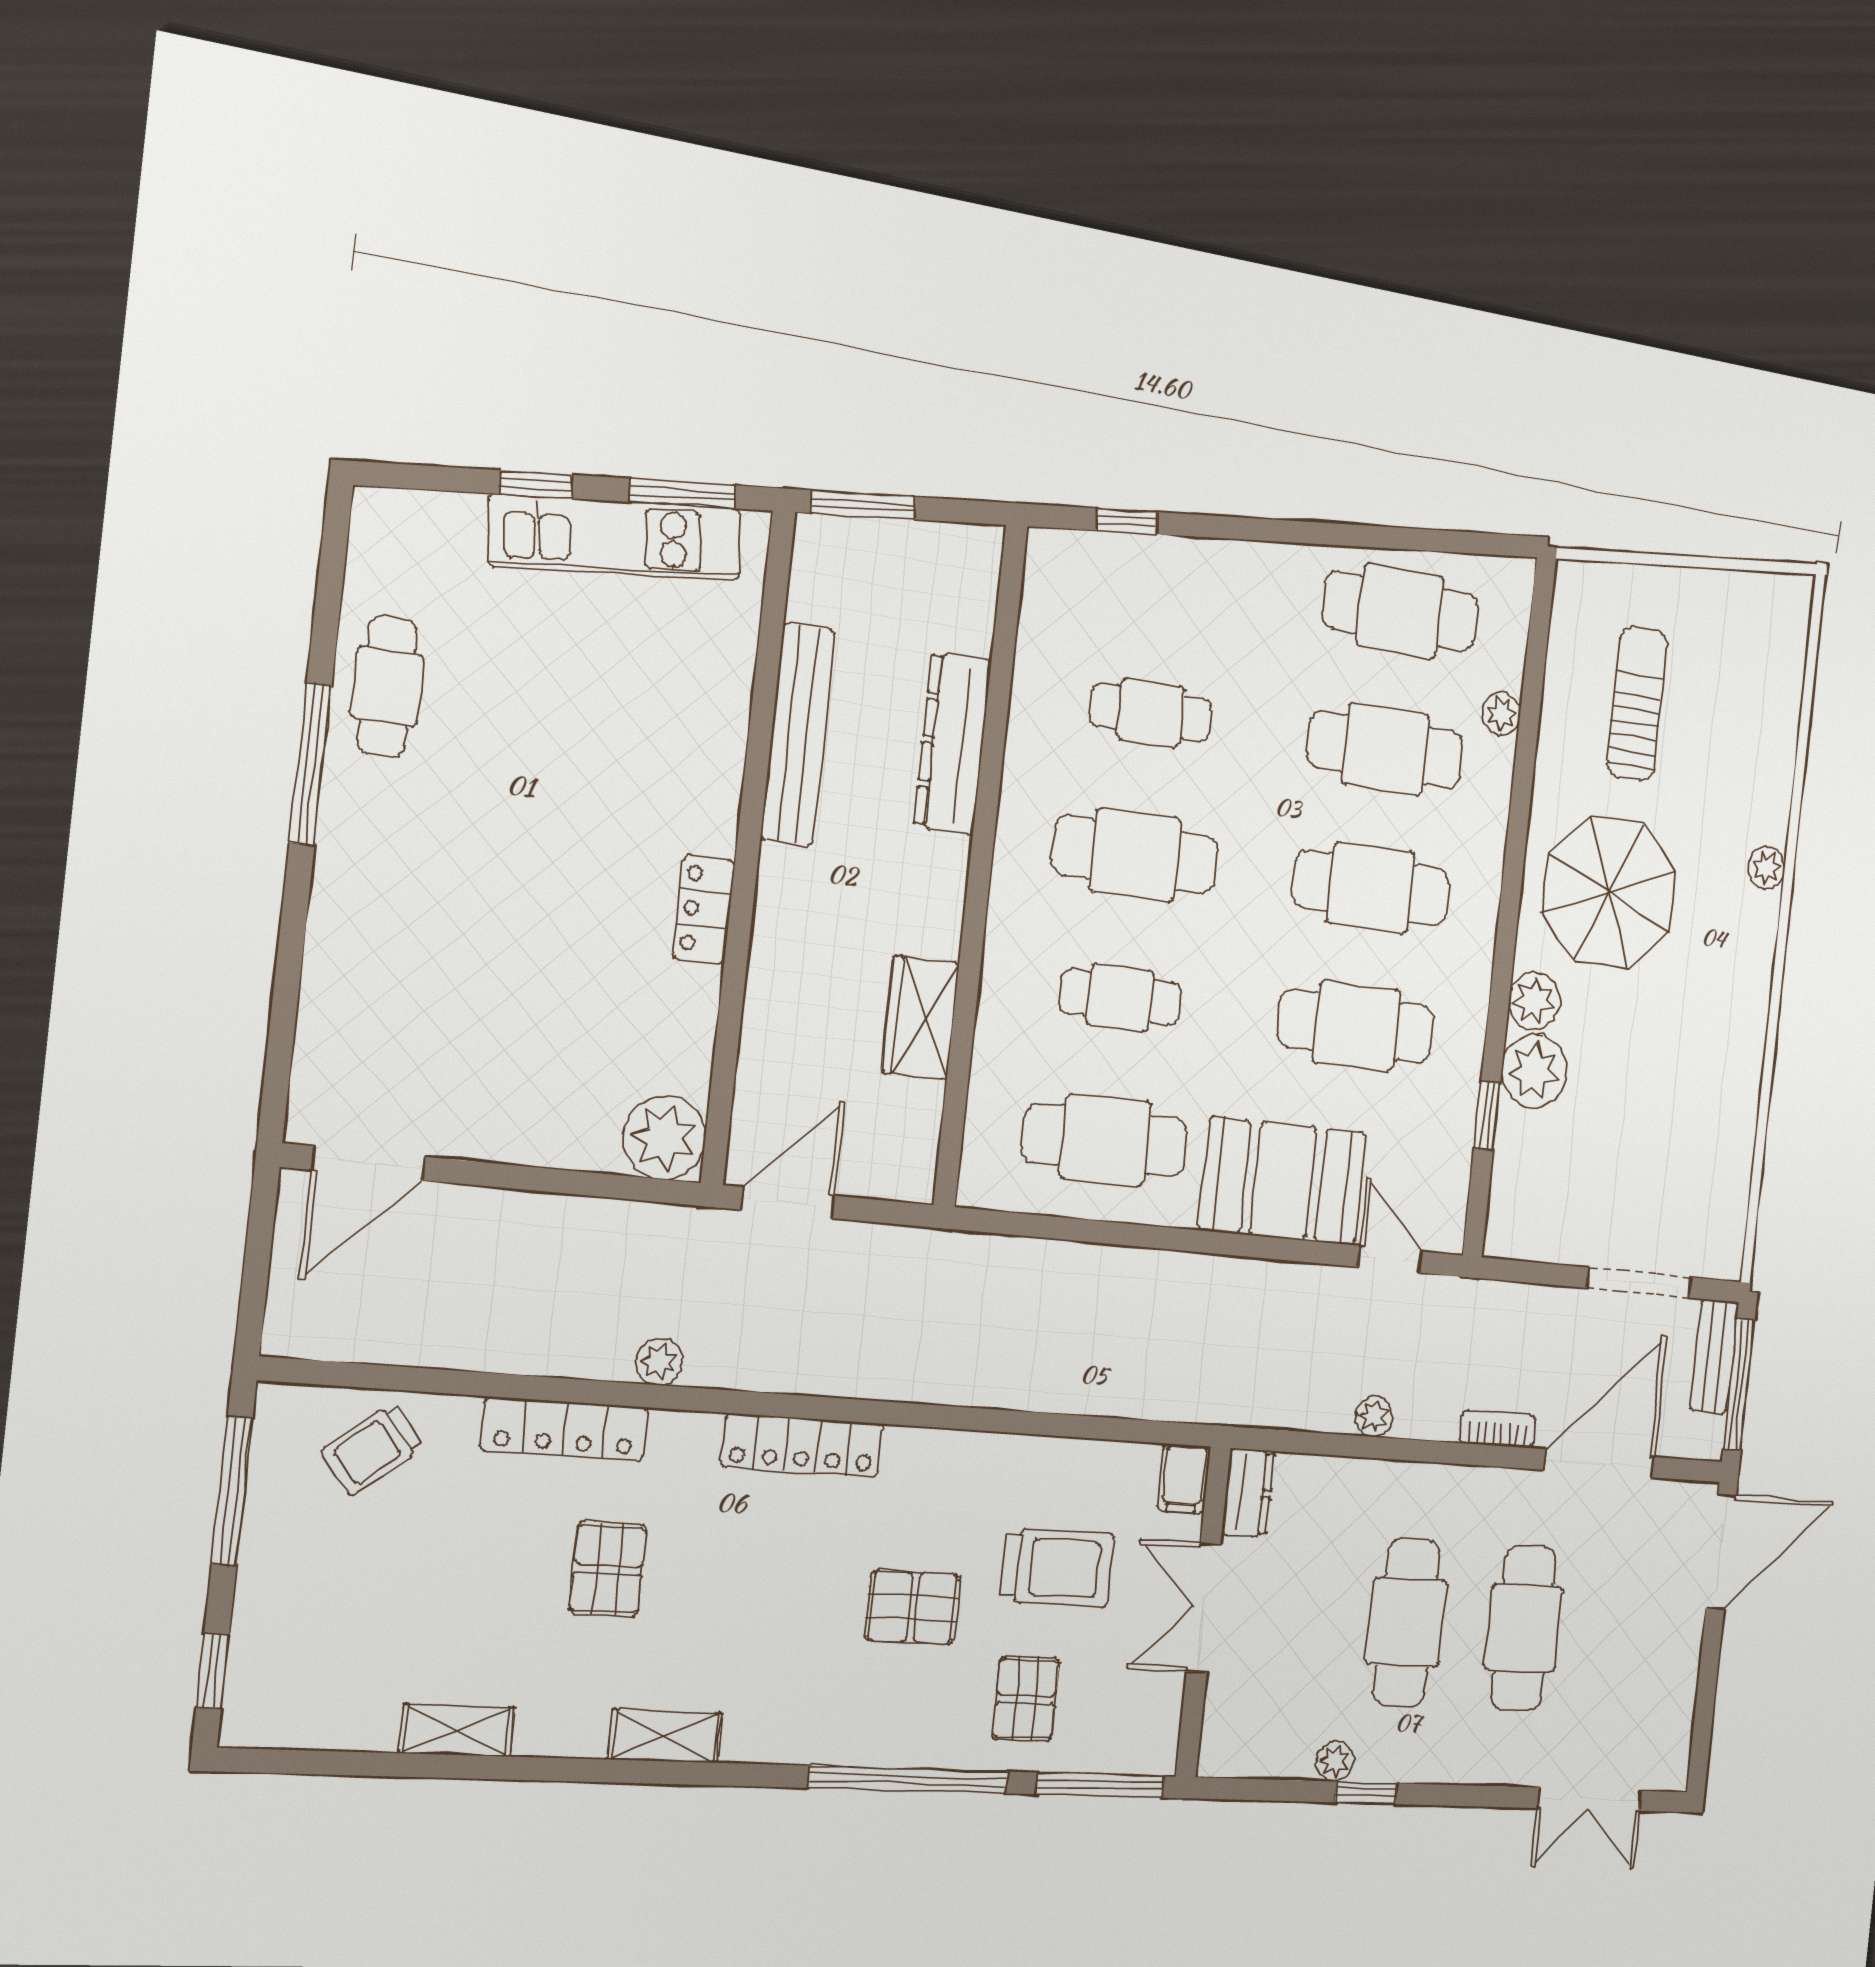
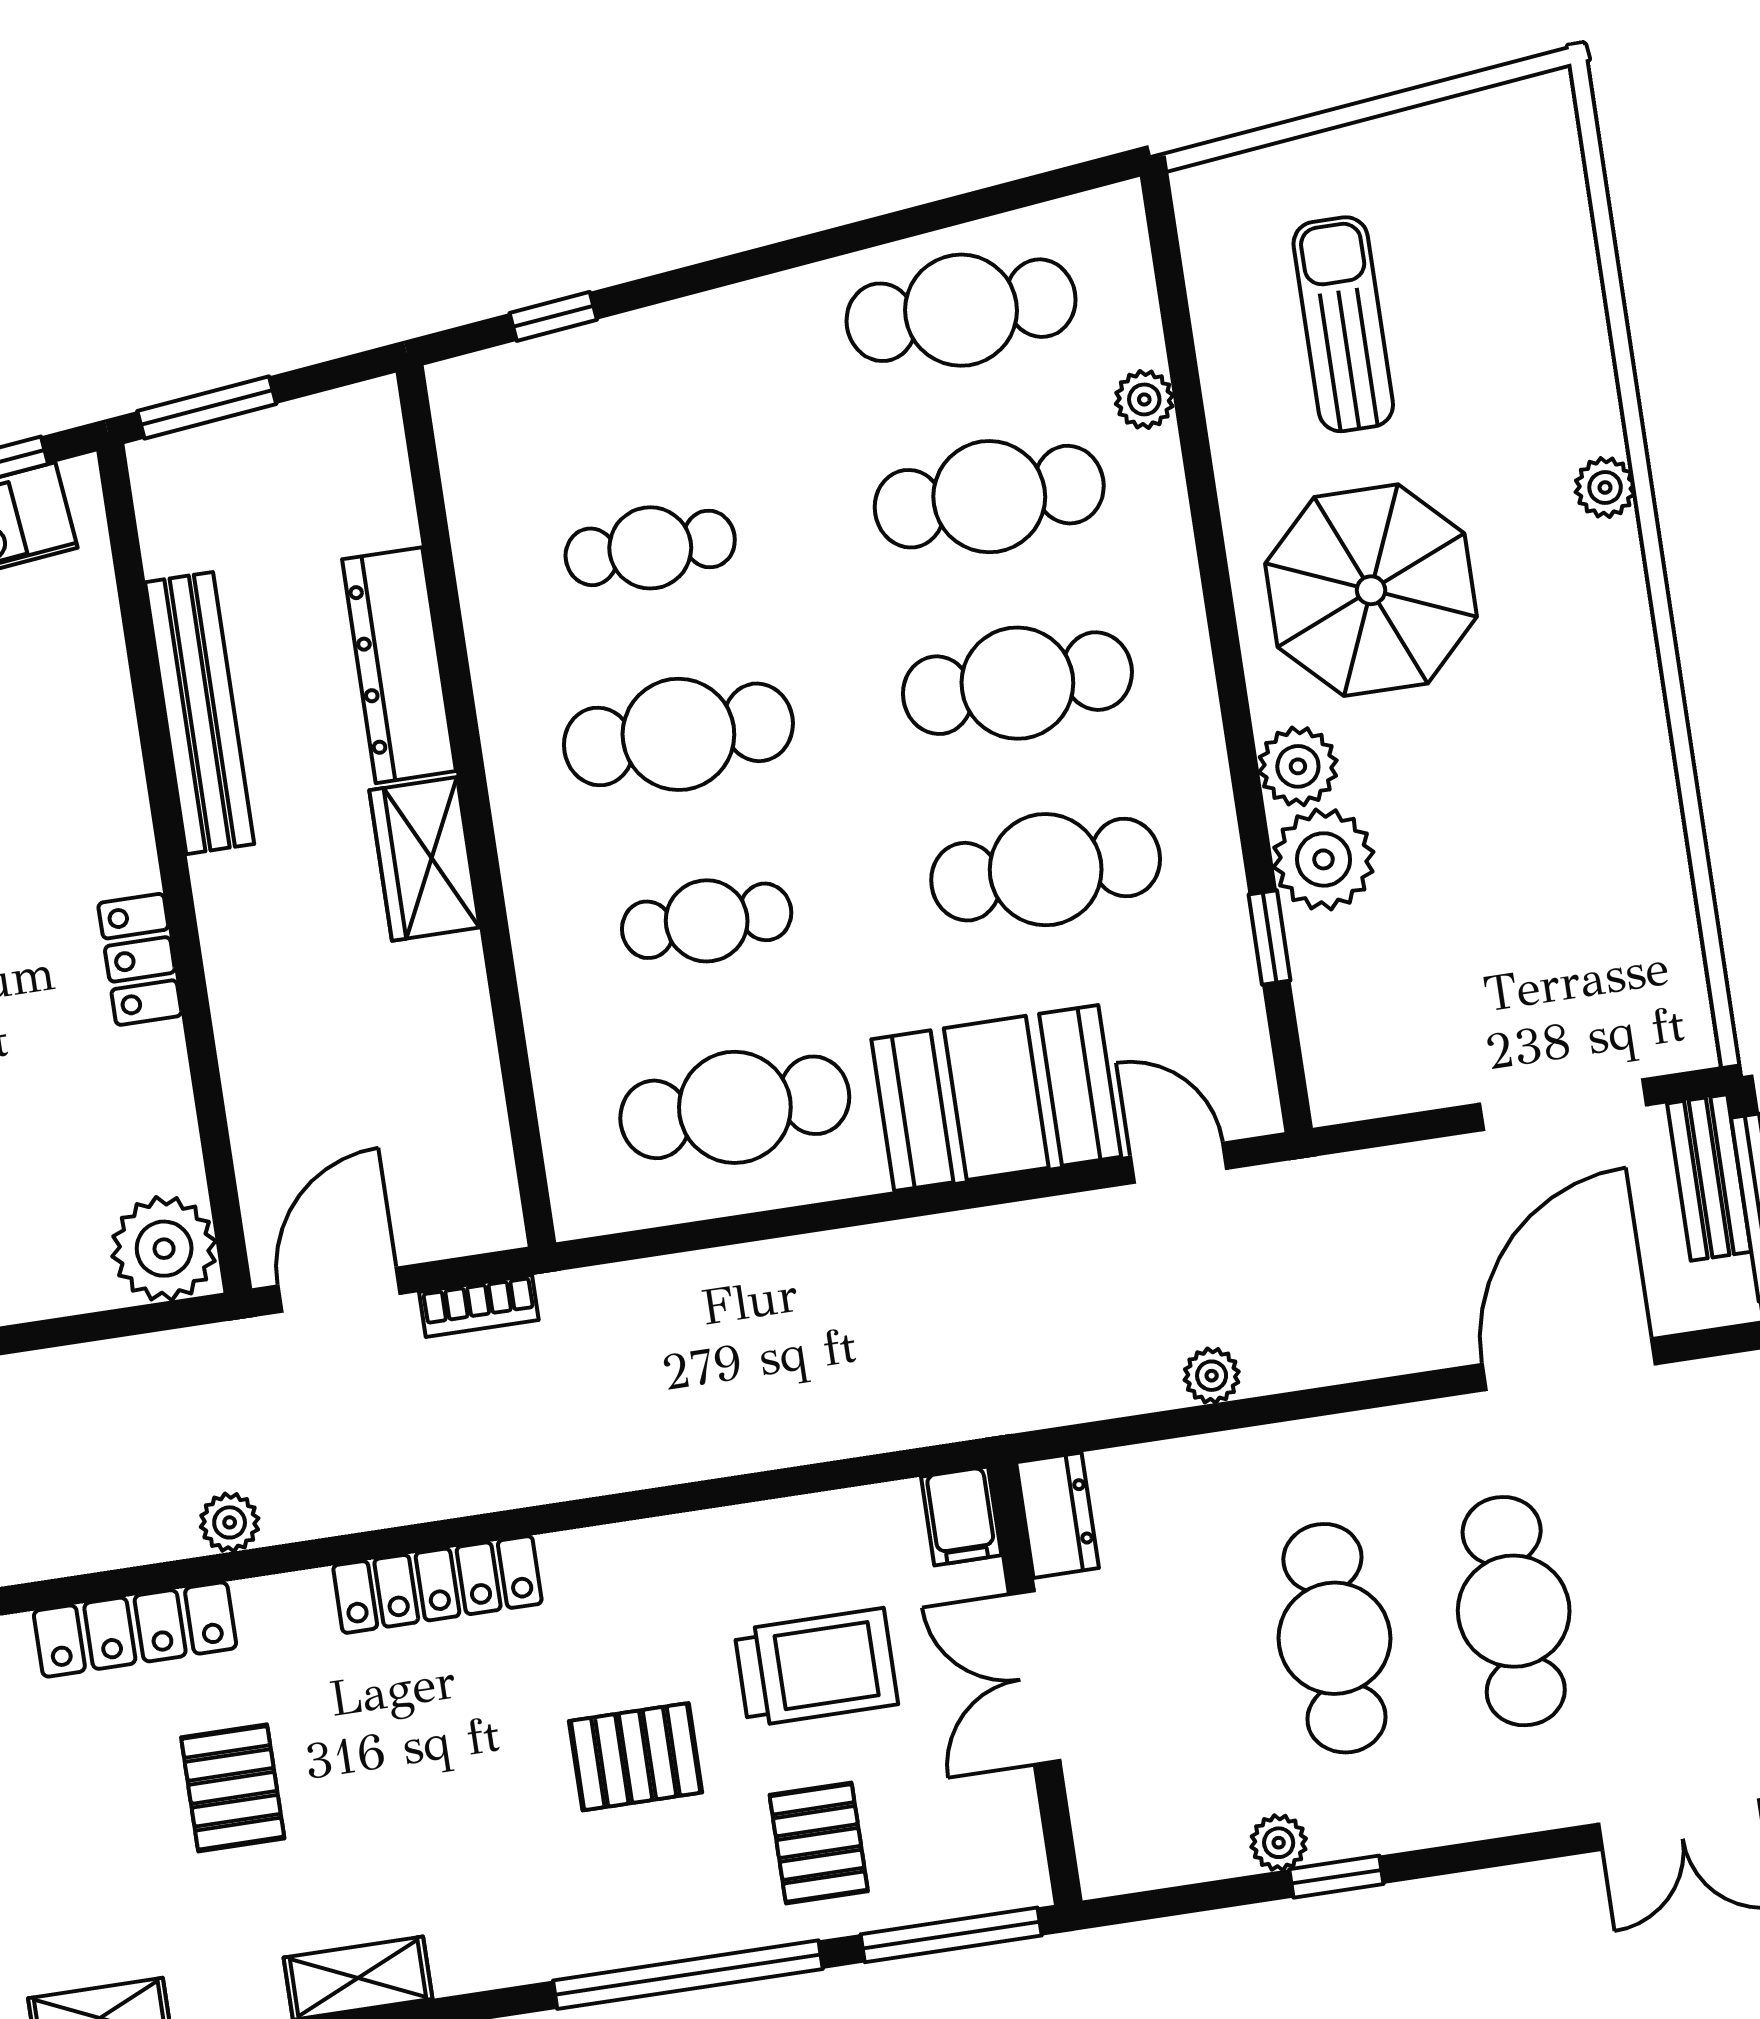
wardrobe: (920, 1017) -> (424, 859), moved
bookcase: (1497, 1429) -> (479, 1306), moved, turned 180

